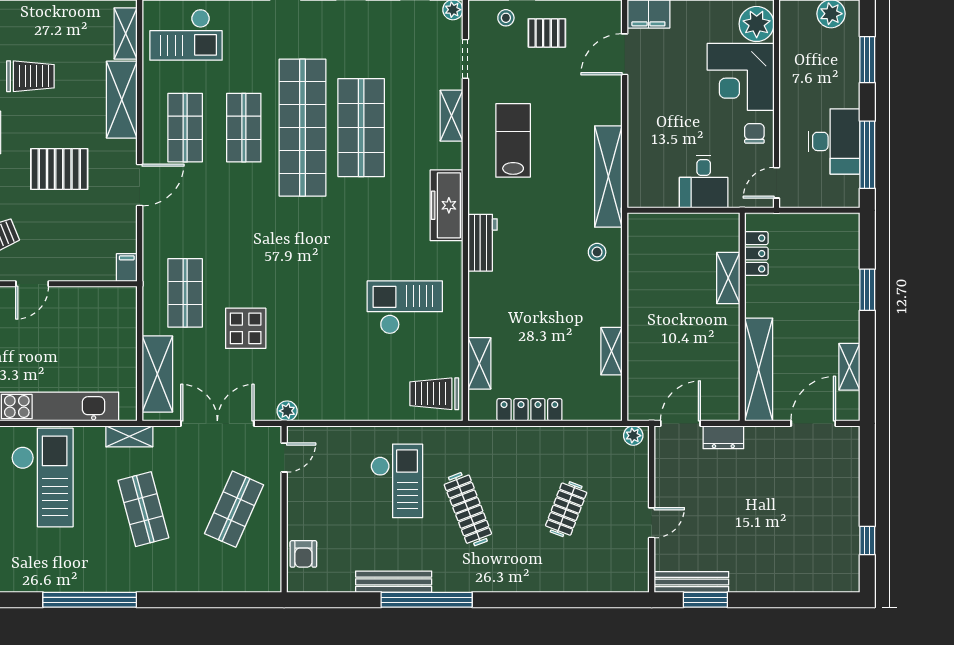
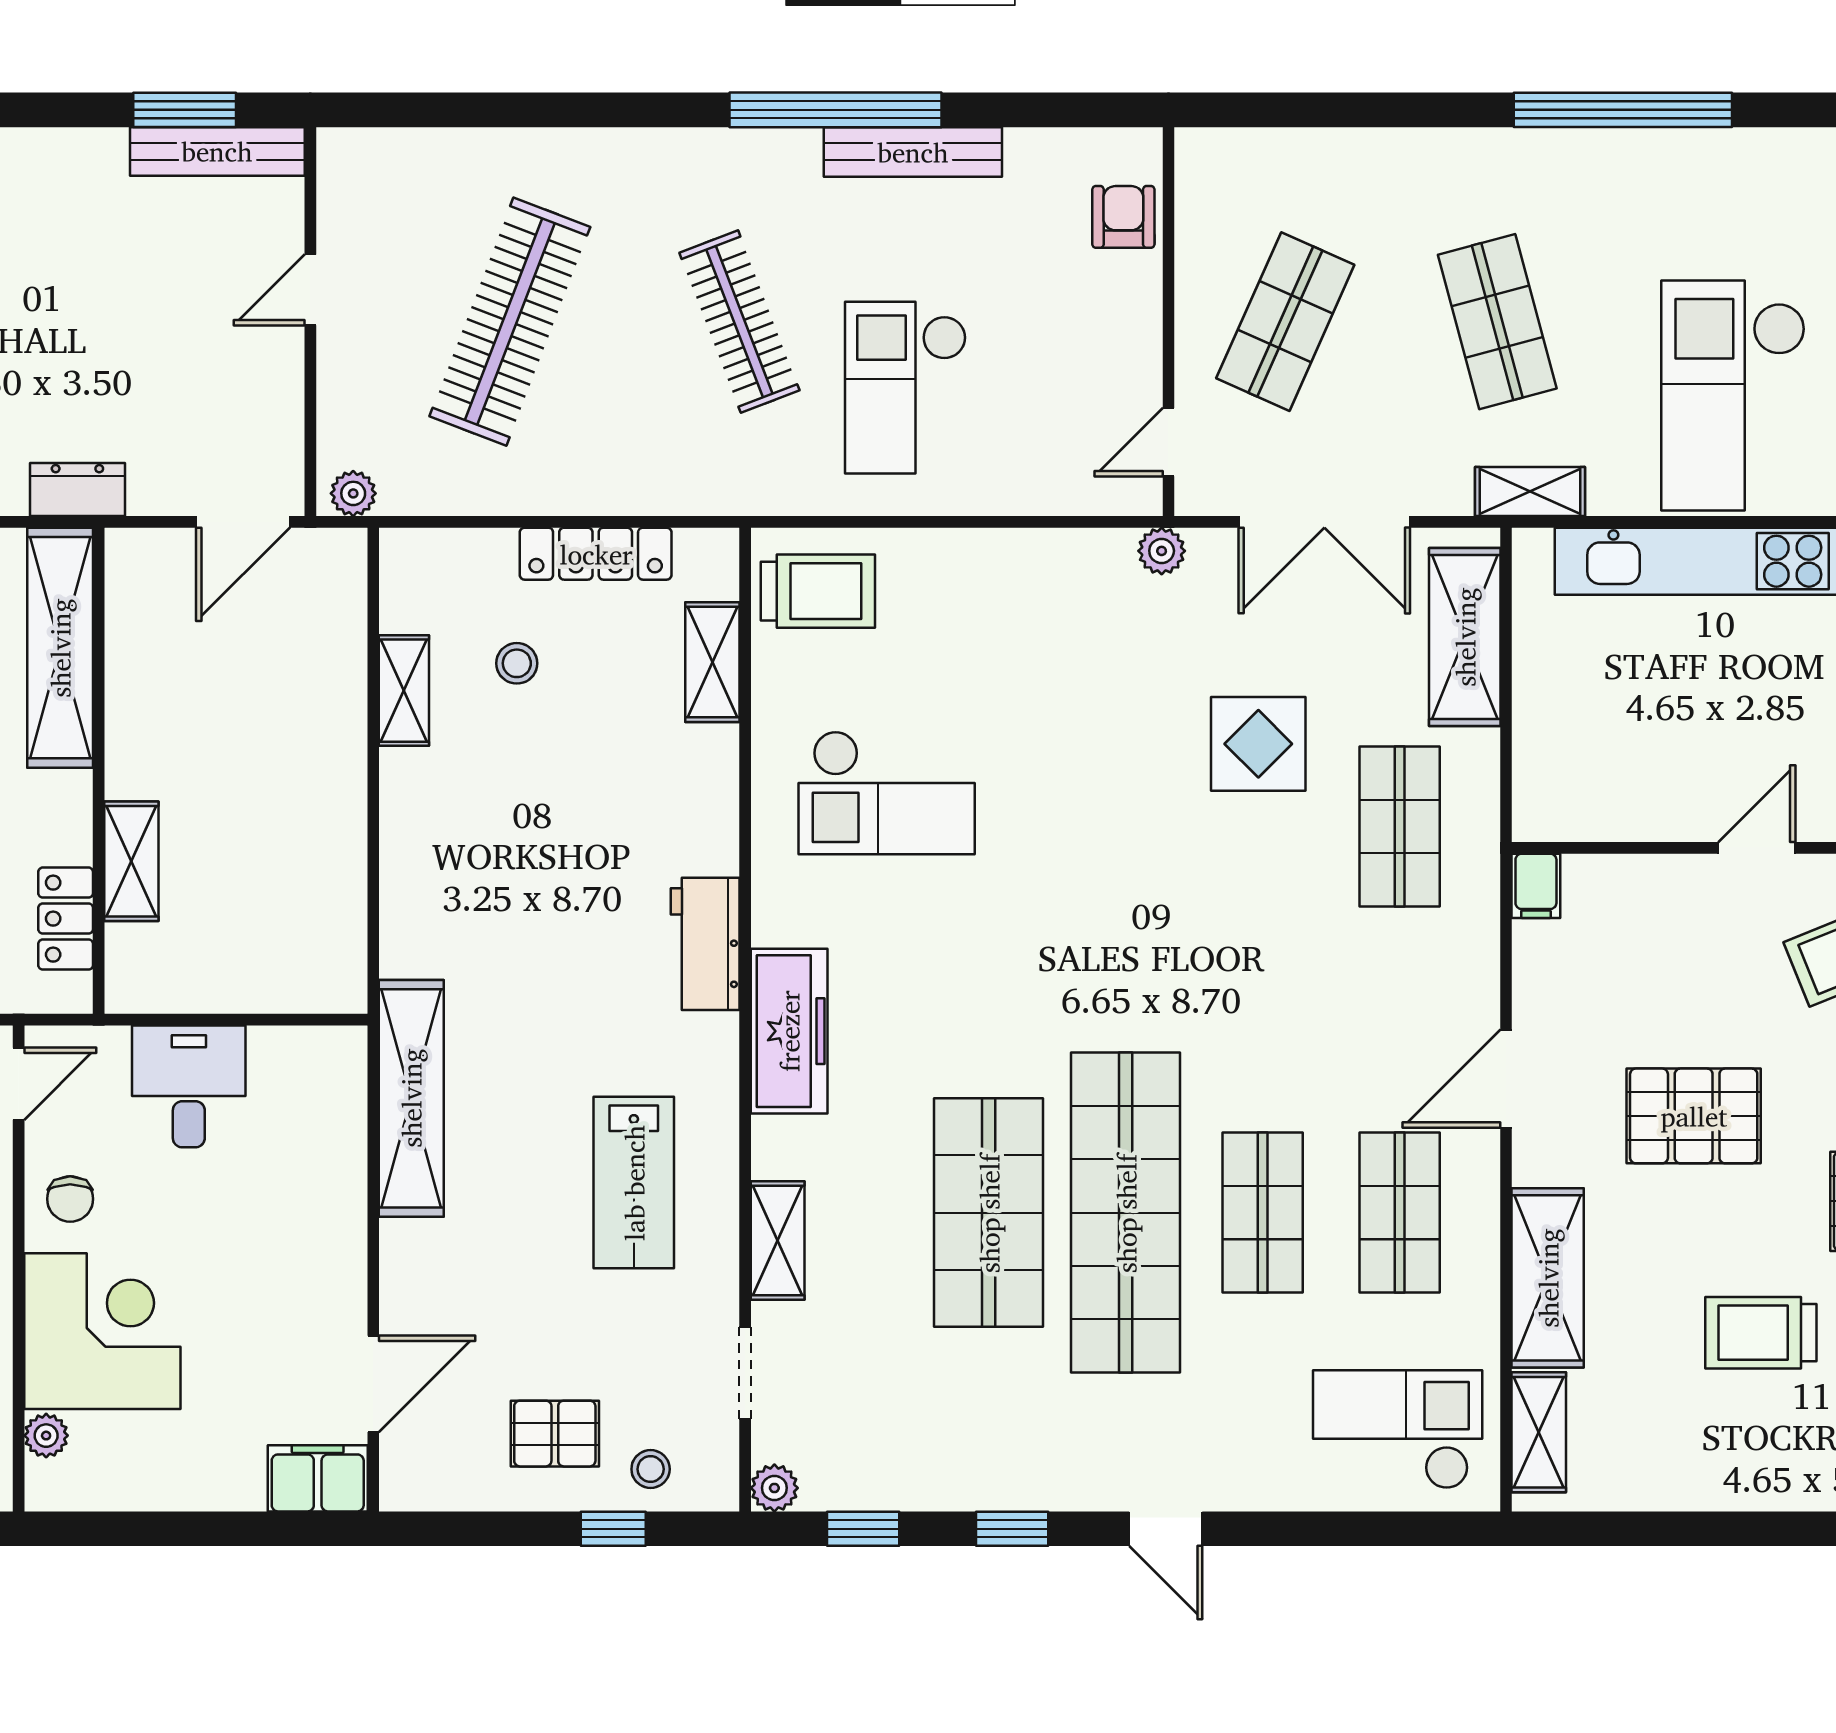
plant: (757, 24) -> (46, 1436), width x0.53, depth x0.53
stool: (597, 252) -> (517, 663), moved
dresser: (723, 437) -> (77, 489), moved
clothes rail: (566, 509) -> (510, 322), width x1.86, depth x1.31

